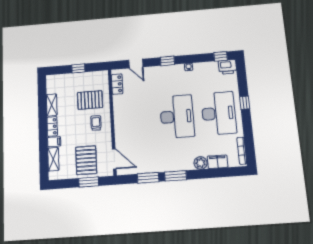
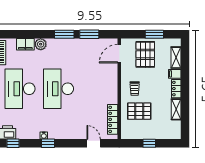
window: (167, 61) -> (48, 143), moved
locker: (117, 84) -> (113, 119), width x1.53
door: (114, 159) -> (119, 54), hinge flipped
window: (89, 182) -> (154, 34), moved

